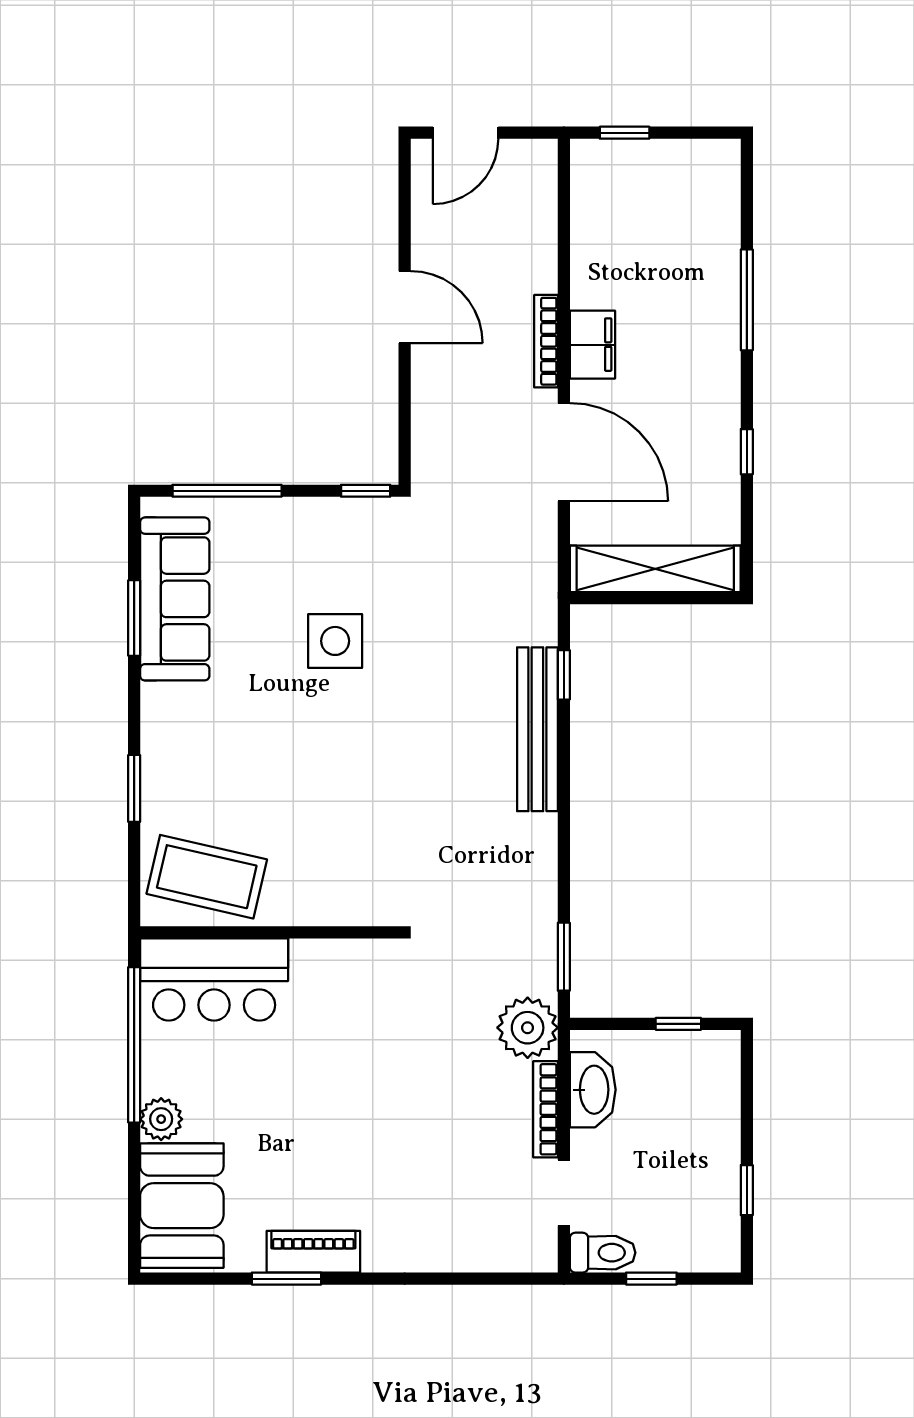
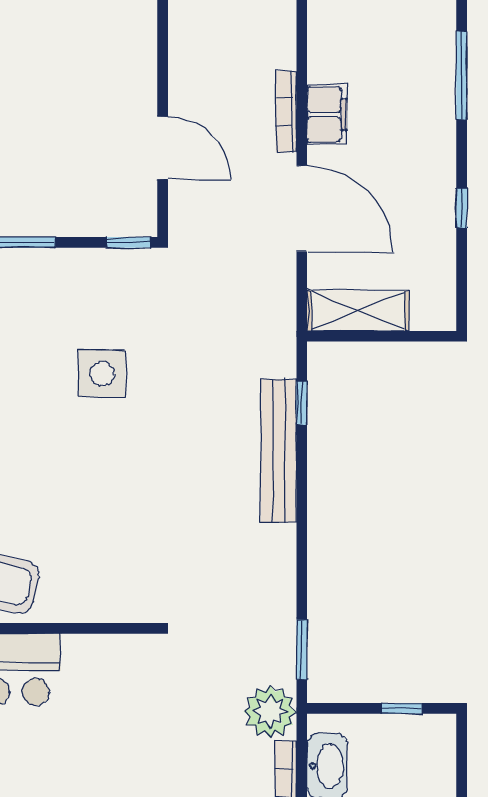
door: (405, 307) -> (163, 148), moved
shelving: (655, 569) -> (358, 311), width x0.68

